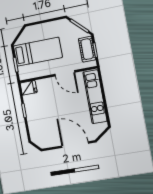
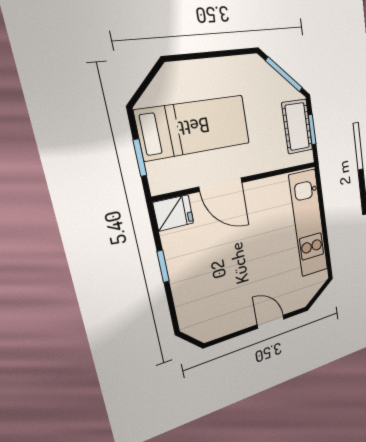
door: (65, 73) -> (221, 185), moved
door: (75, 145) -> (271, 322), width x0.53

